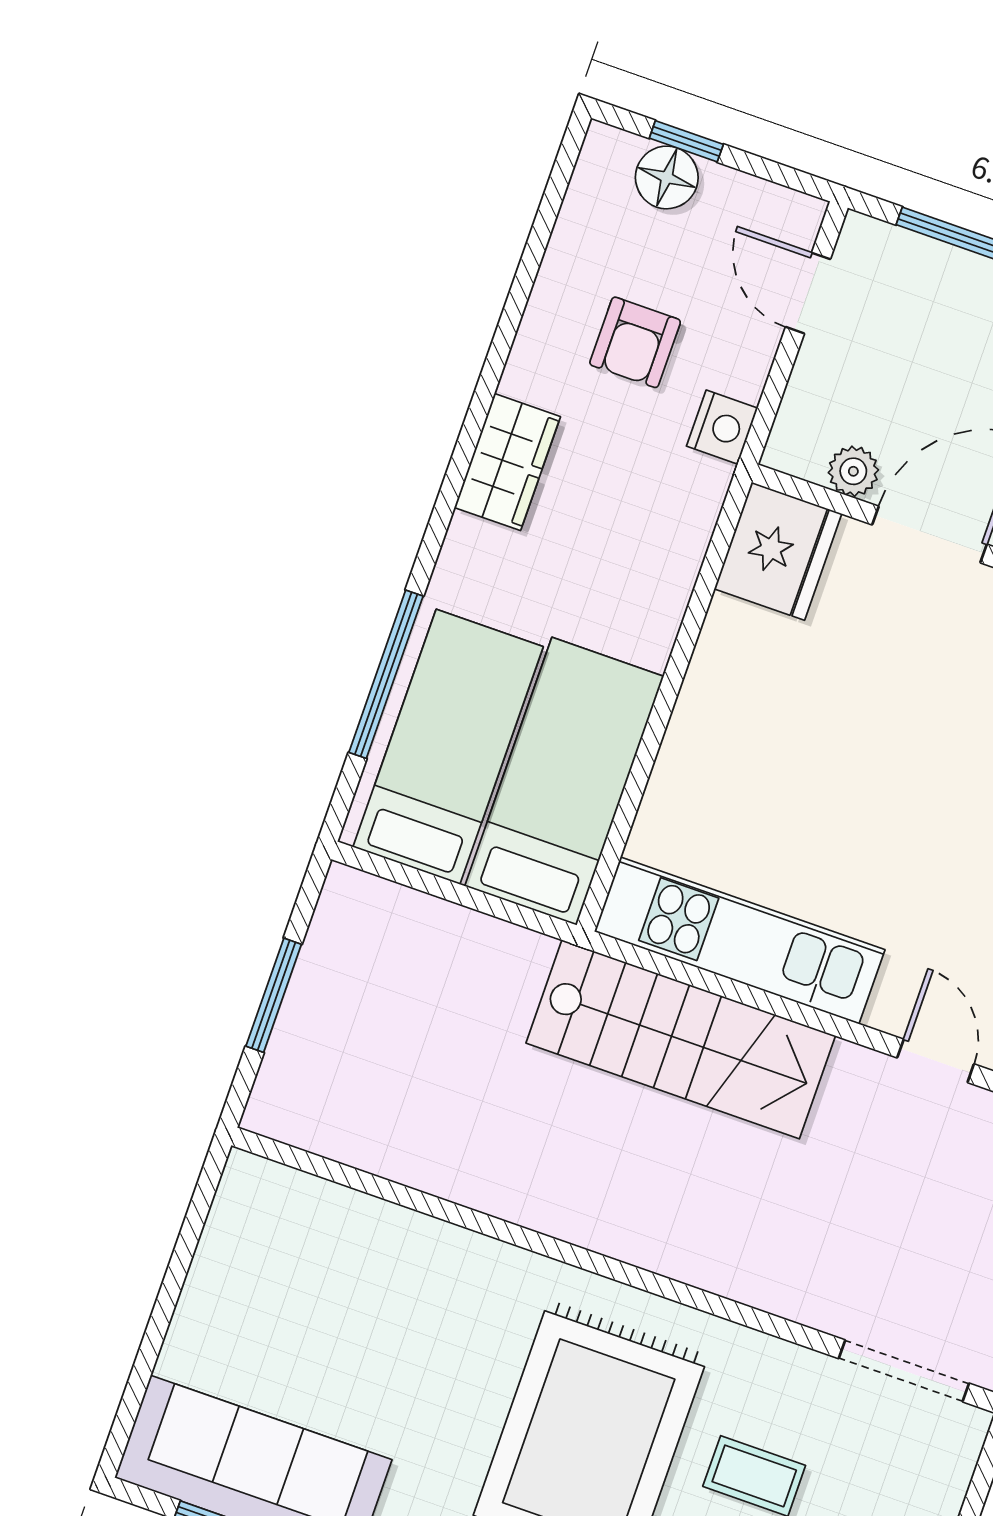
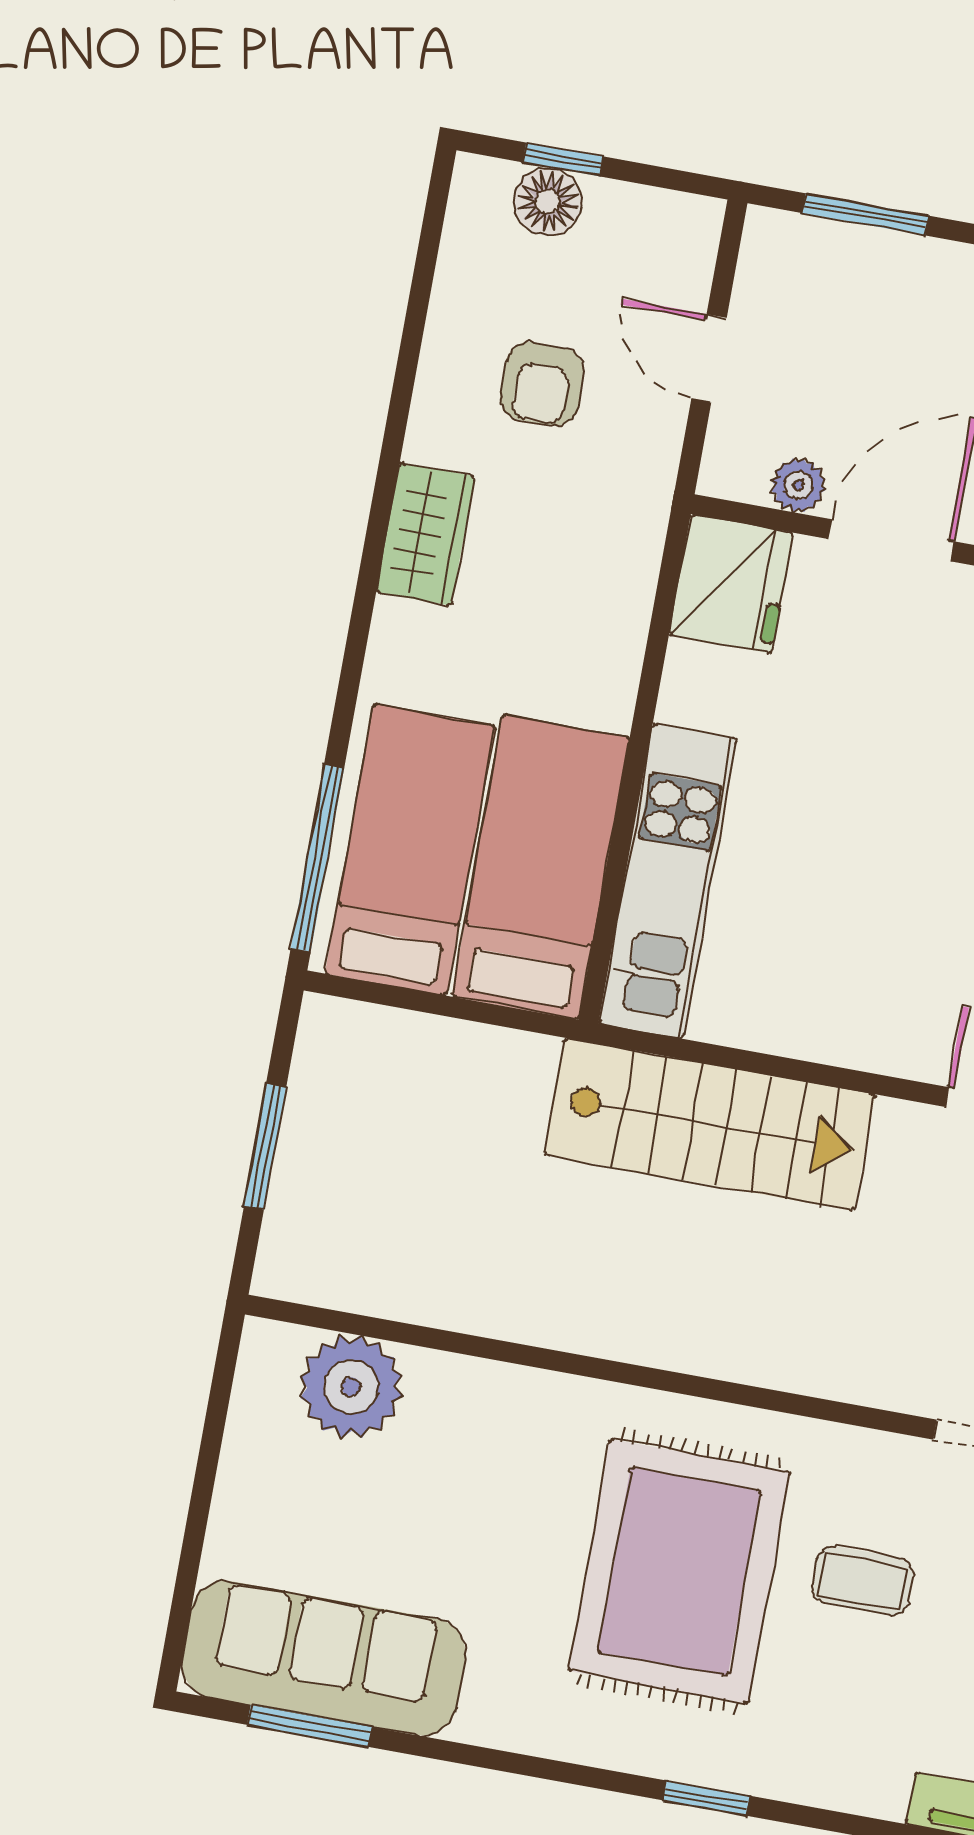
door: (808, 293) -> (709, 358), moved
nightstand: (722, 427) -> (650, 460), removed
window: (386, 674) -> (317, 858), moved
kitchen unit: (740, 941) -> (668, 881), moved, turned 90
plant: (317, 1226) -> (351, 1387), added

